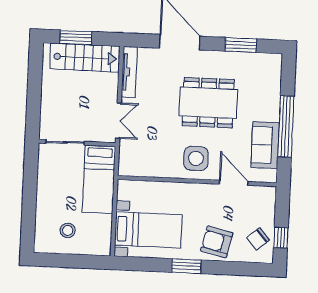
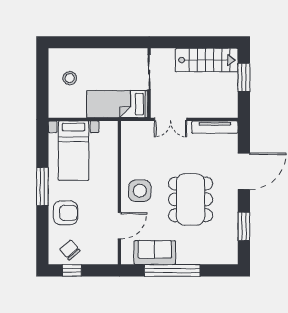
stairs: (85, 58) -> (207, 60), moved, turned -90
armchair: (217, 242) -> (66, 213), turned 77
window: (186, 266) -> (42, 187), width x1.44

